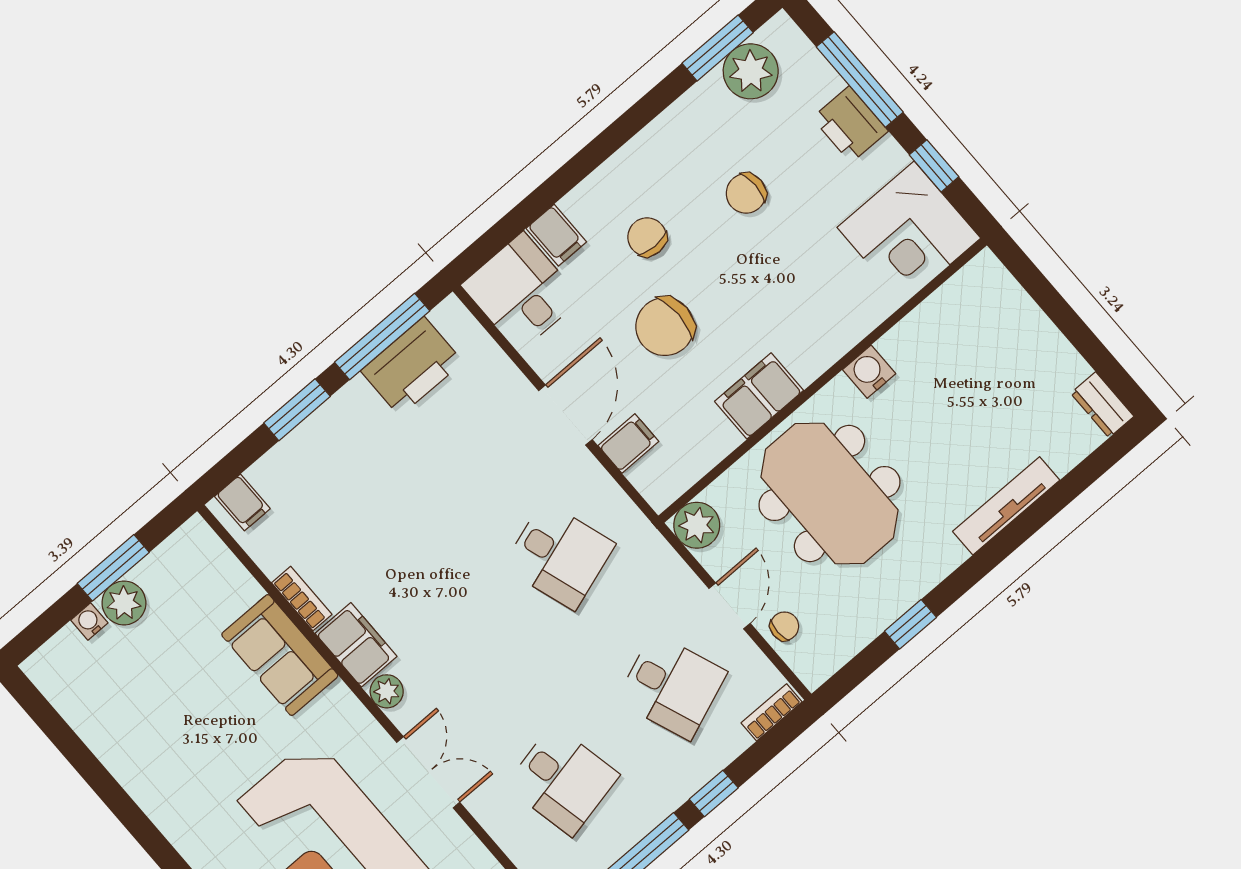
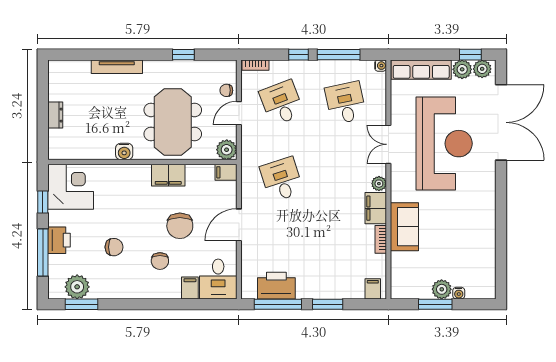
chair: (665, 327) -> (180, 226), turned 90
dresser: (1102, 405) -> (55, 115), moved
filing cabinet: (628, 443) -> (226, 172), moved

